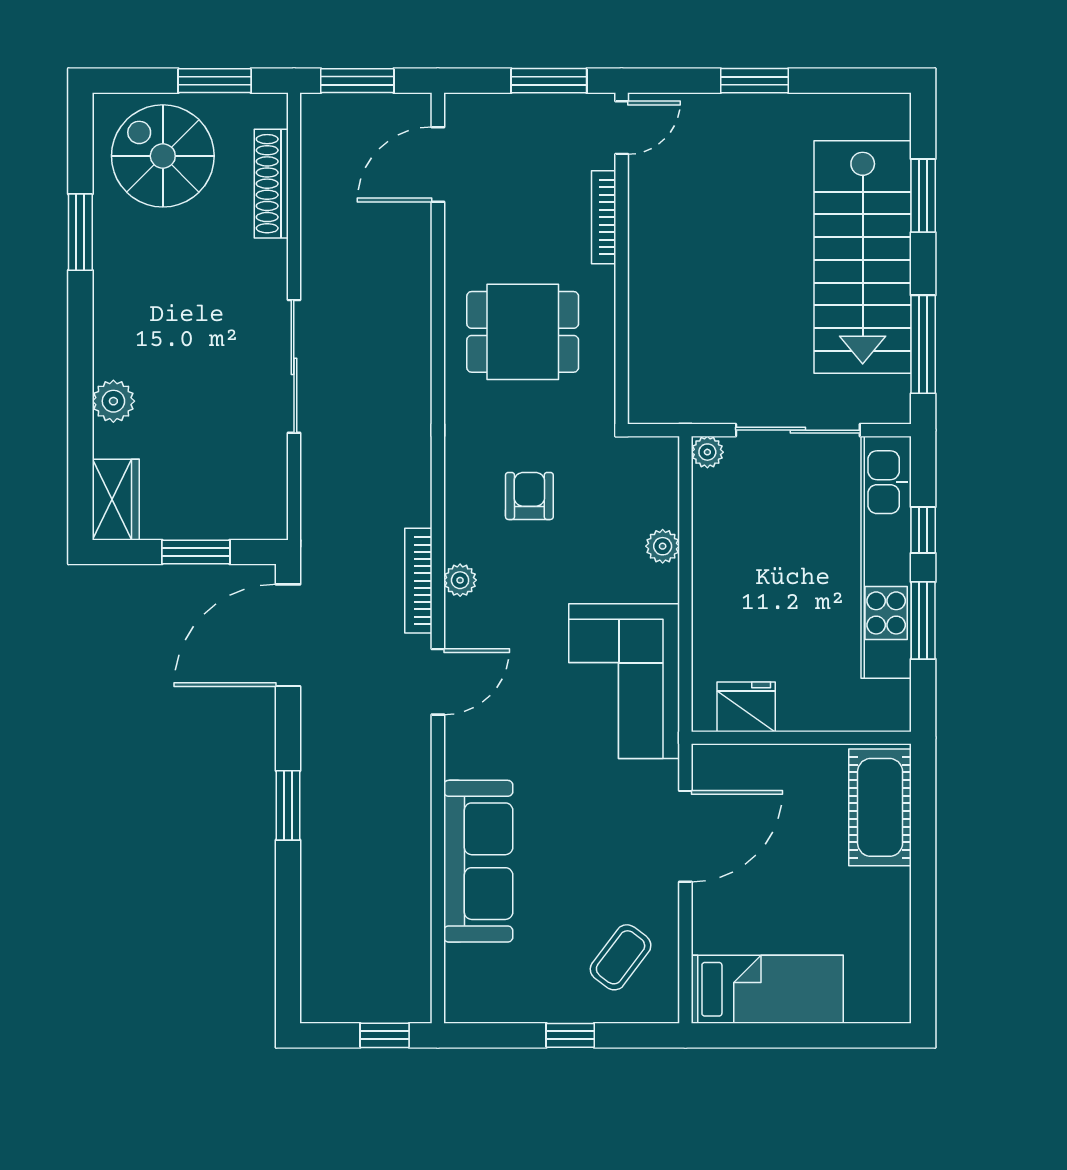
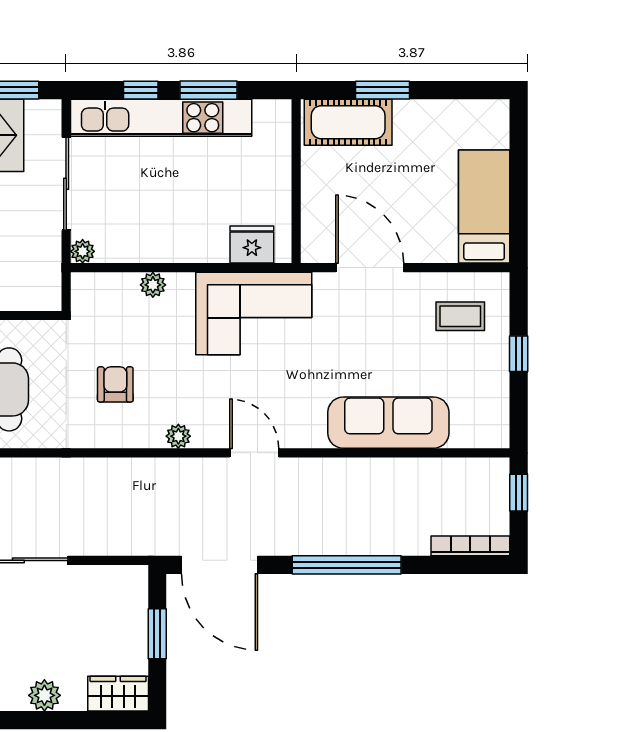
armchair: (529, 496) -> (115, 384), turned 90
bookcase: (418, 581) -> (470, 546), moved, turned 180
fridge: (746, 707) -> (252, 245), moved, turned 90
window: (288, 805) -> (347, 565), width x2.11
window: (923, 853) -> (382, 90), added
coffee table: (621, 957) -> (460, 316), turned -37

